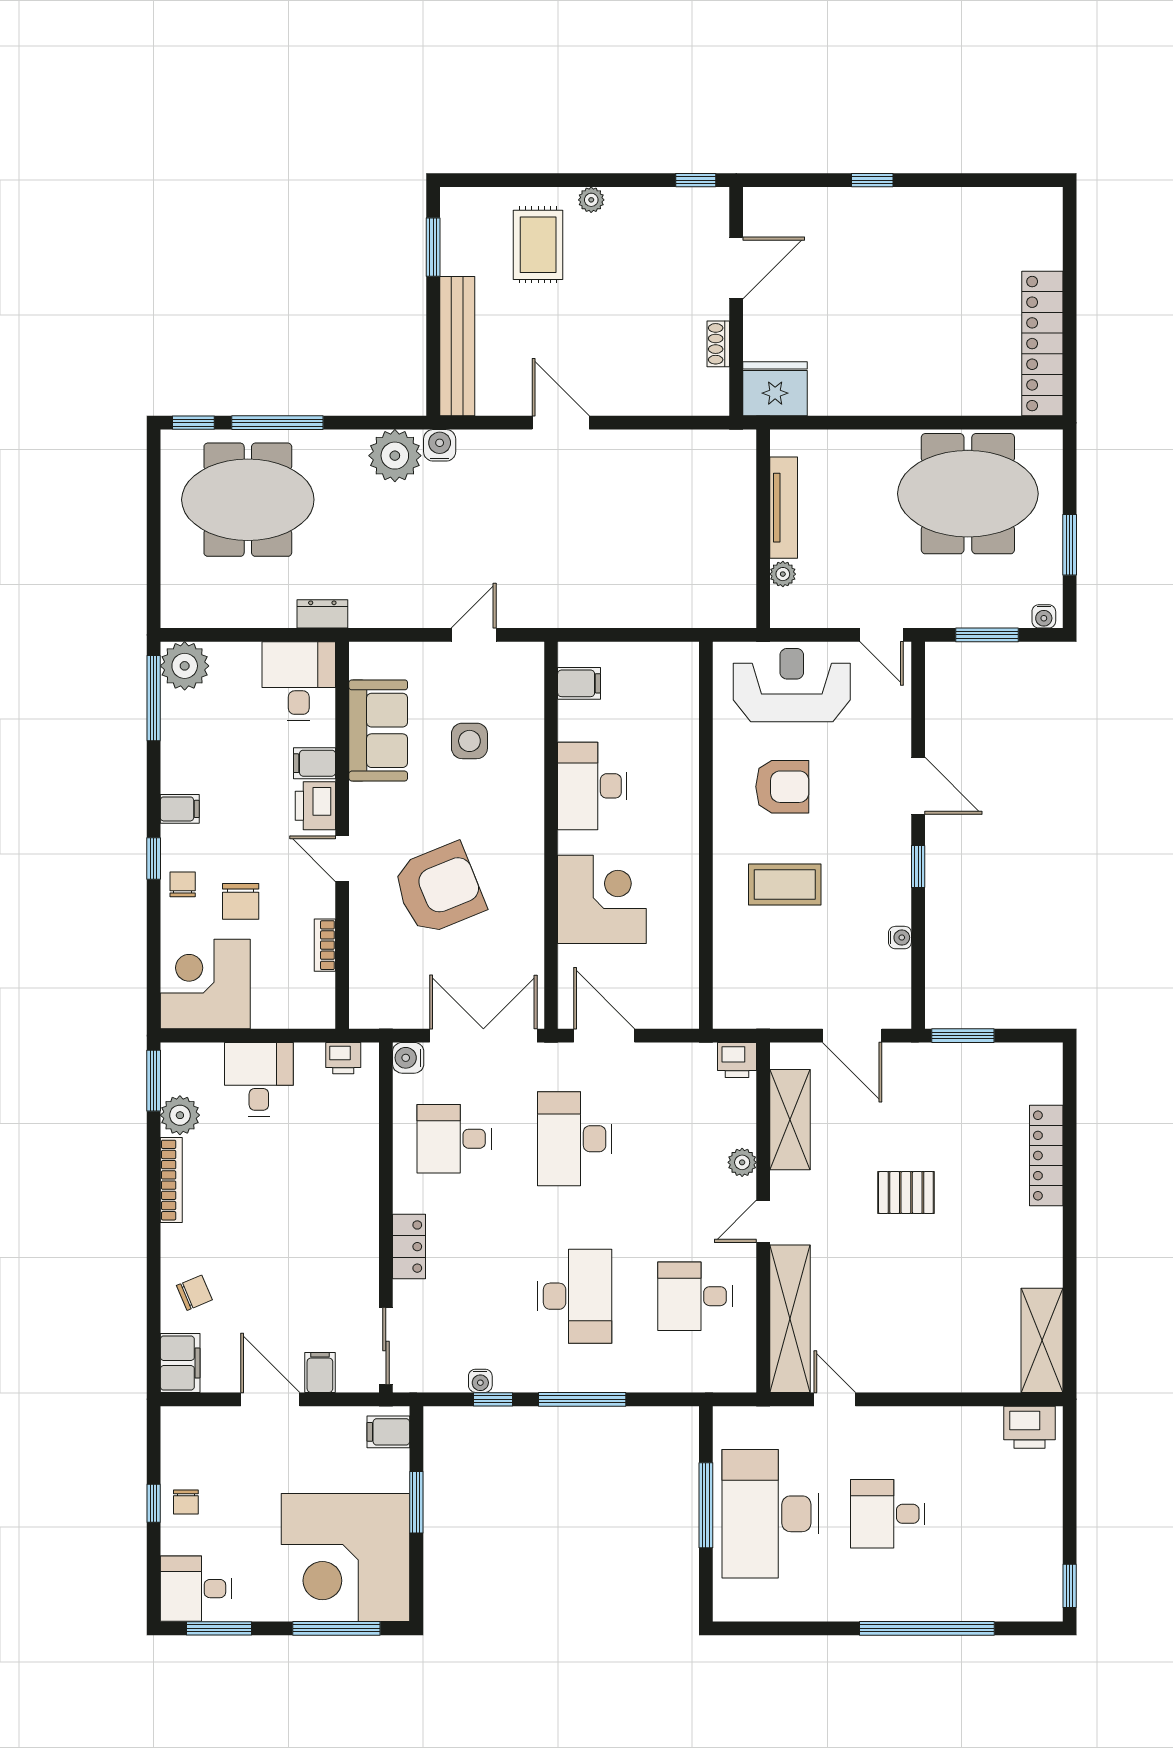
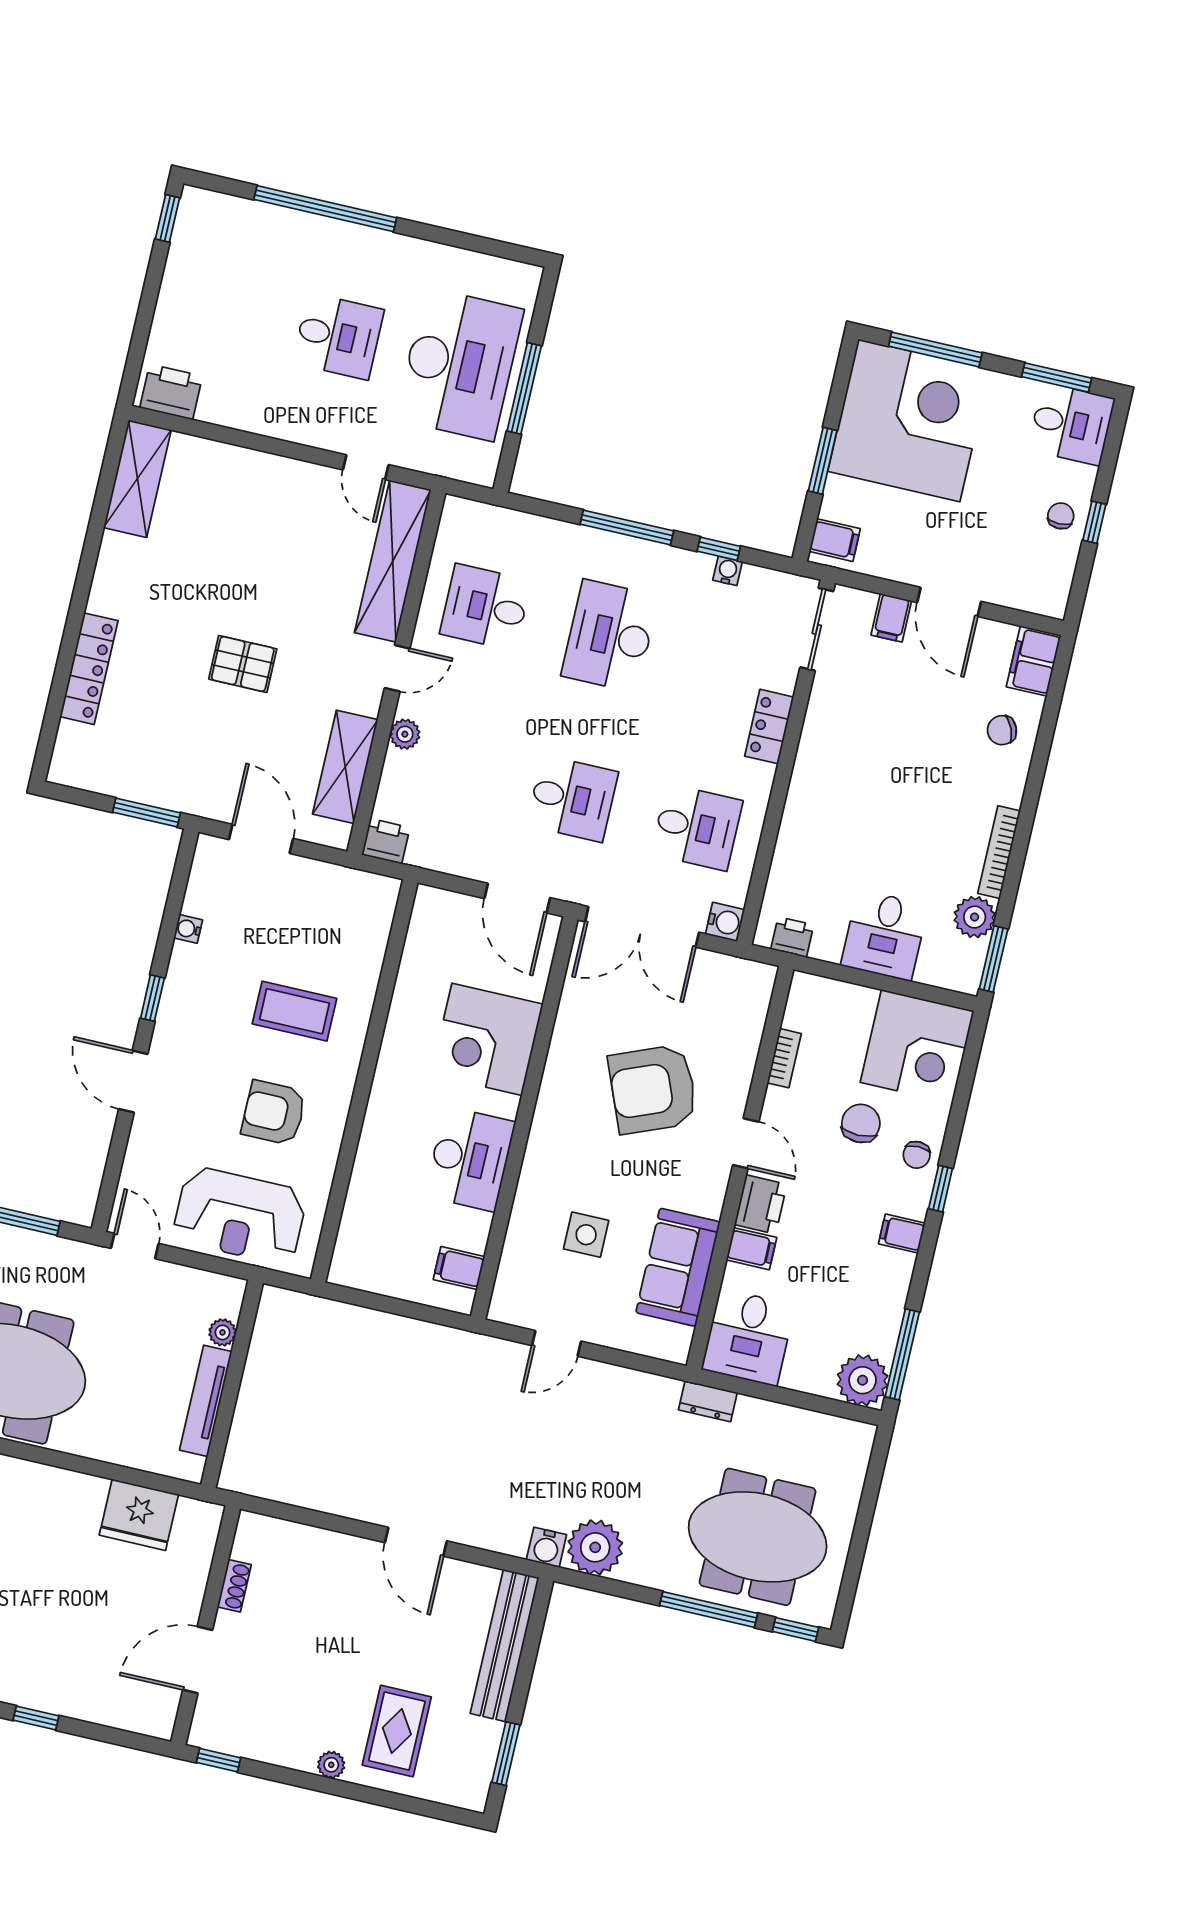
fridge: (775, 389) -> (139, 1515), moved
desk: (575, 1139) -> (572, 799), width x0.73
desk: (695, 1296) -> (486, 607), turned 180

